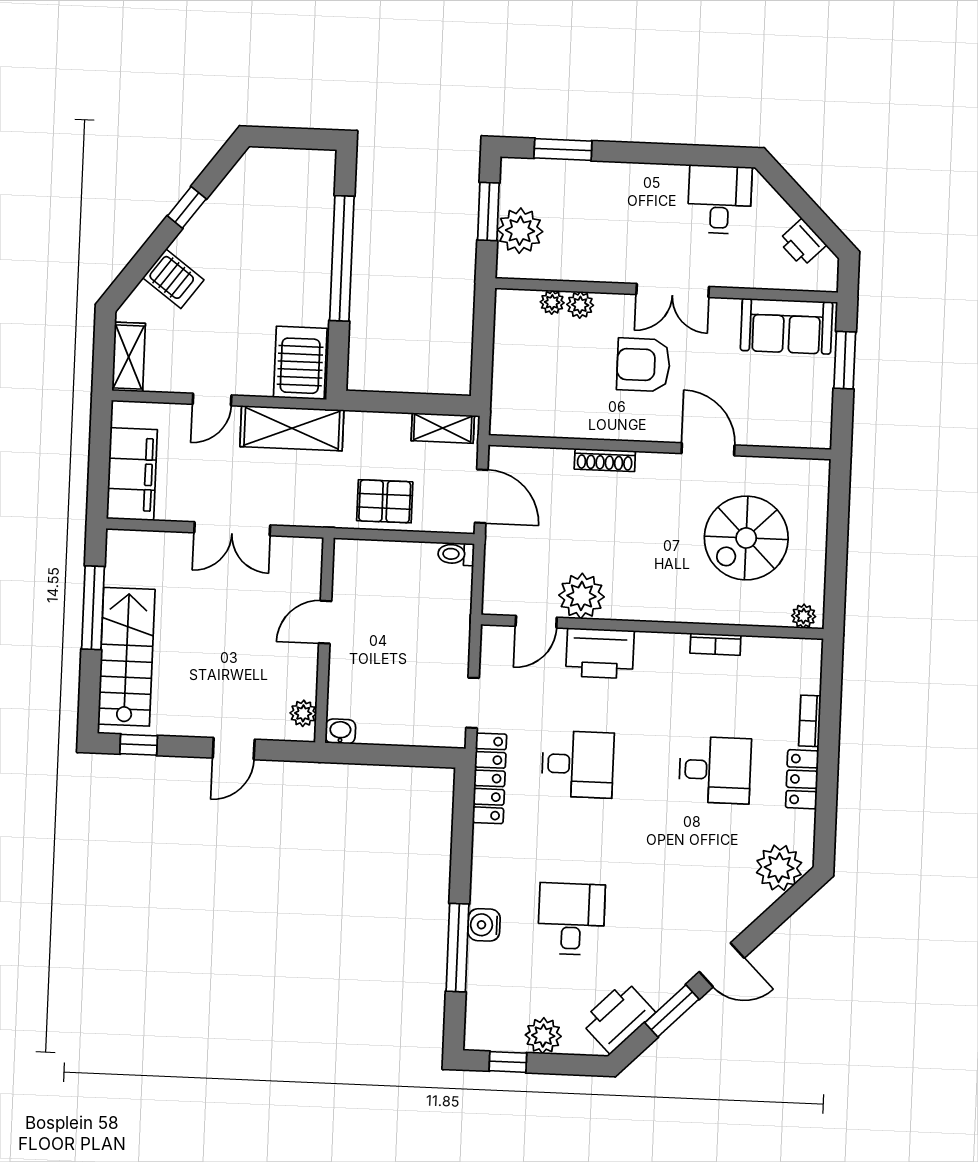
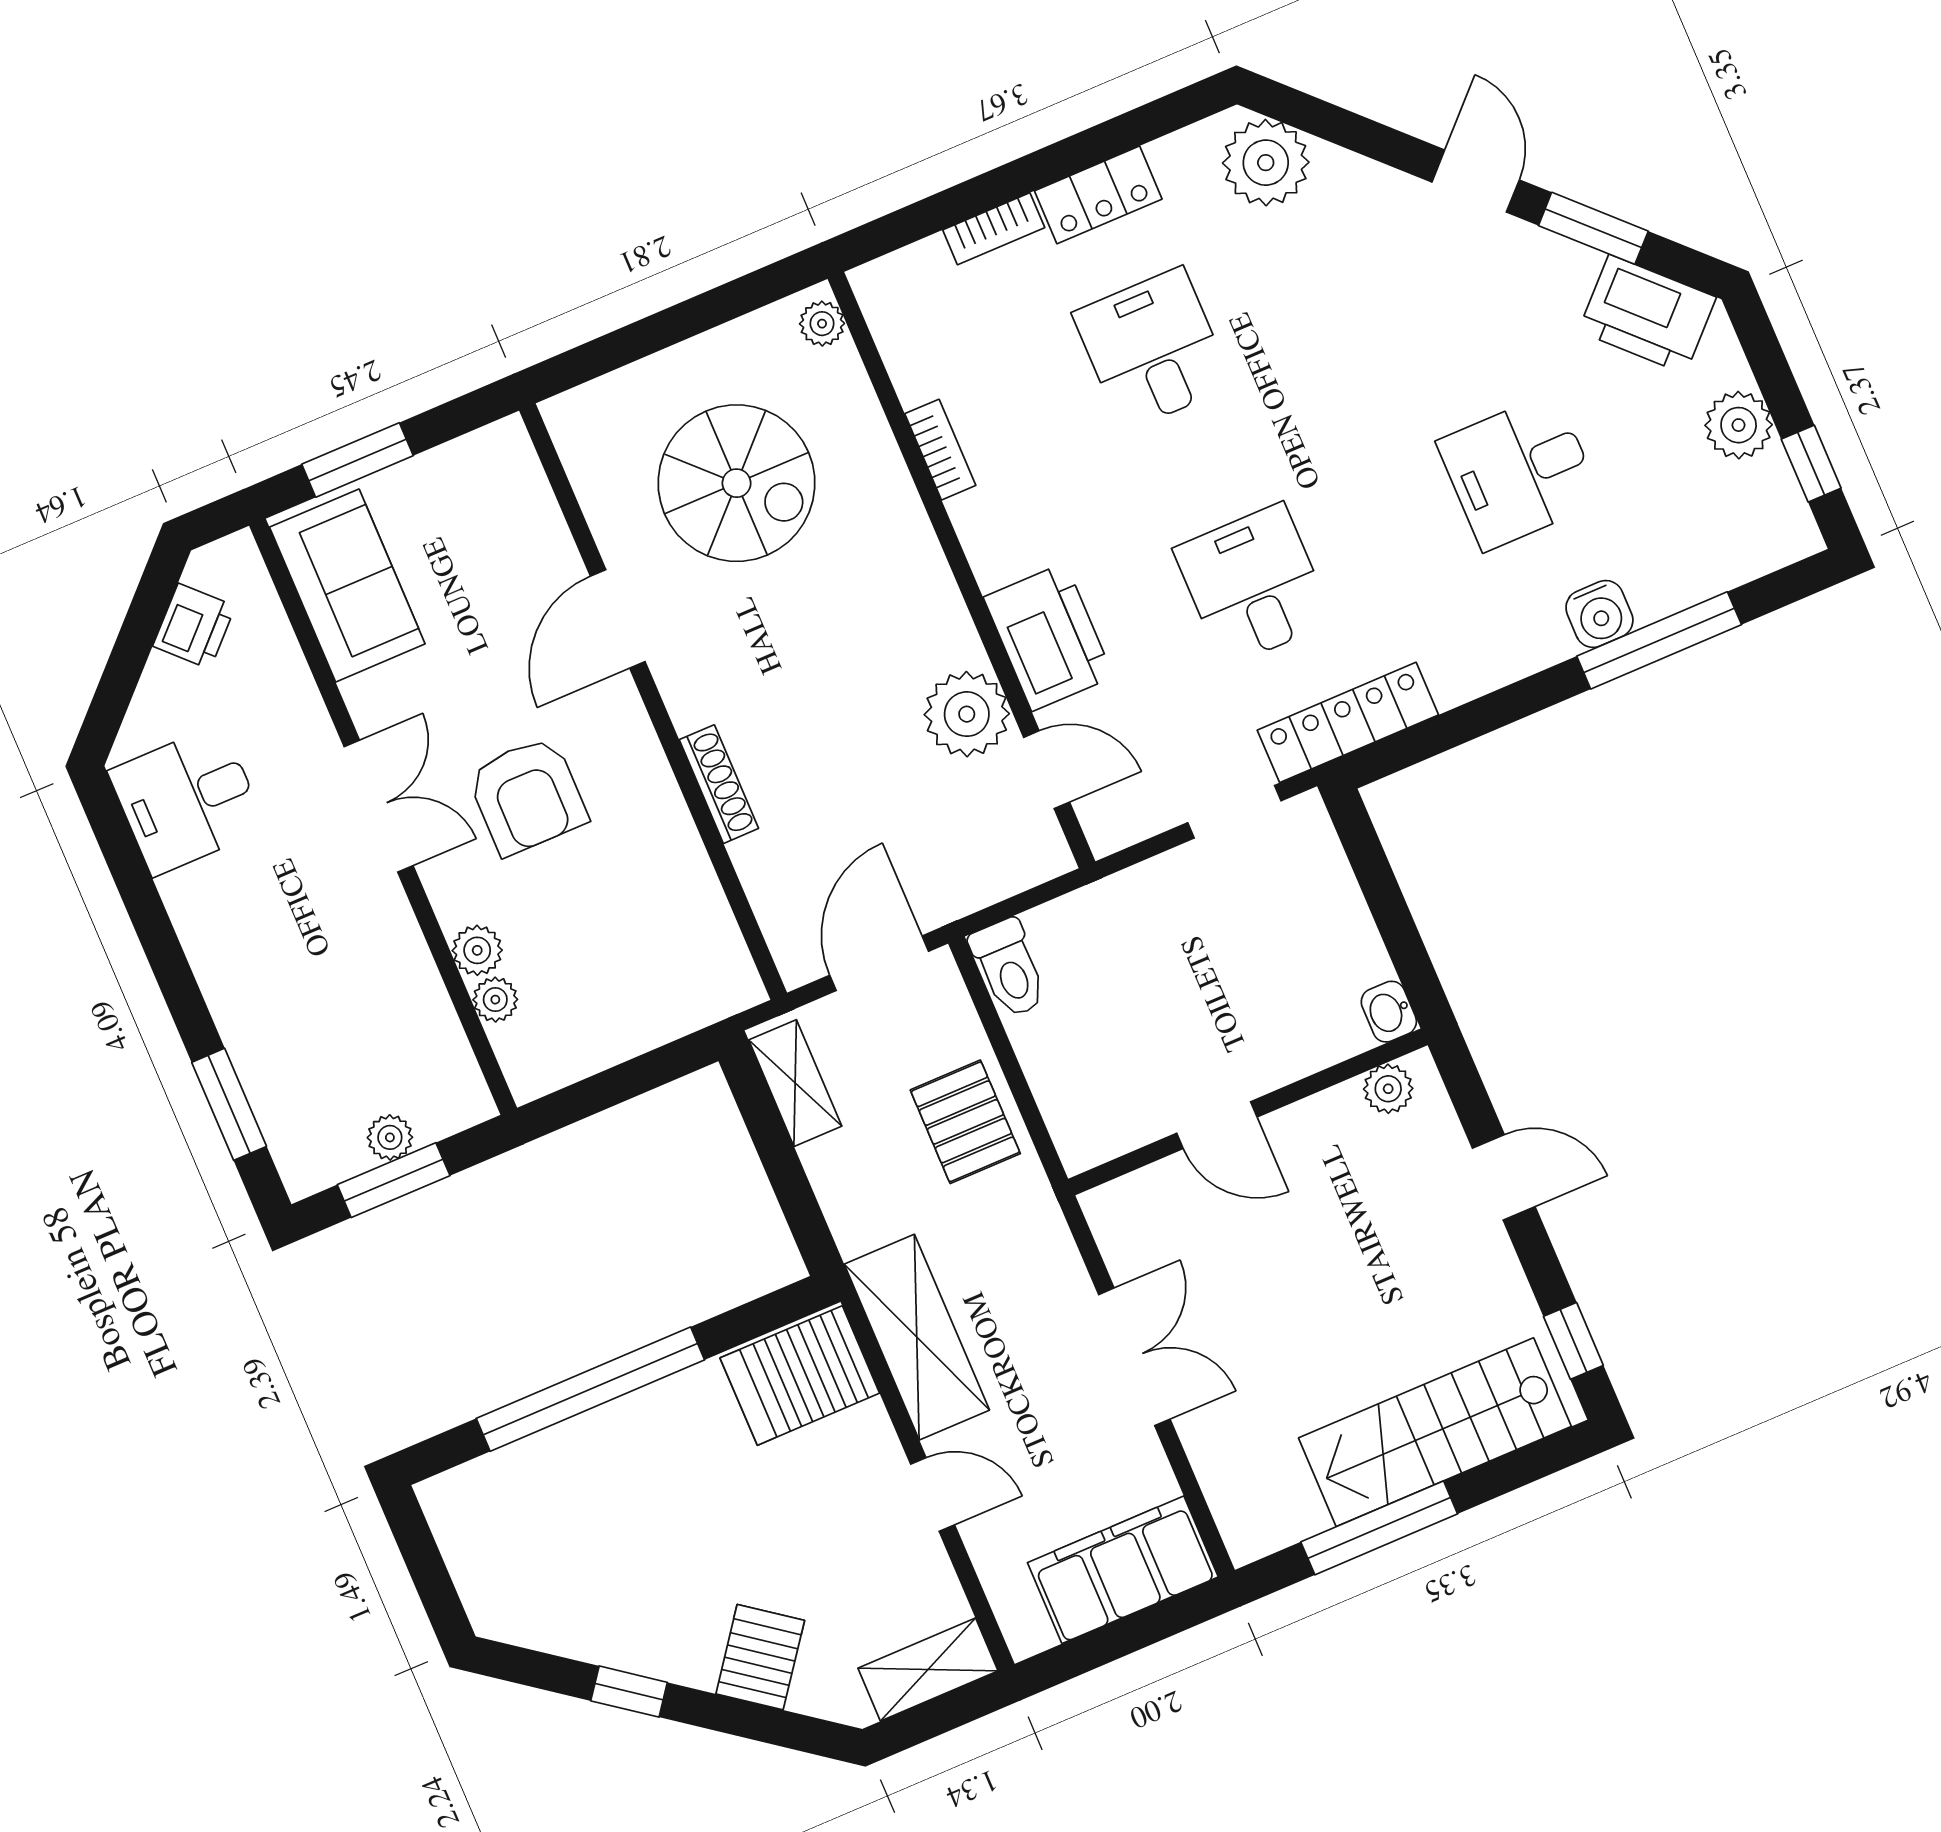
plant: (520, 231) -> (390, 1137), width x0.53, depth x0.53
toilet: (456, 554) -> (1009, 968), width x1.37, depth x1.39

